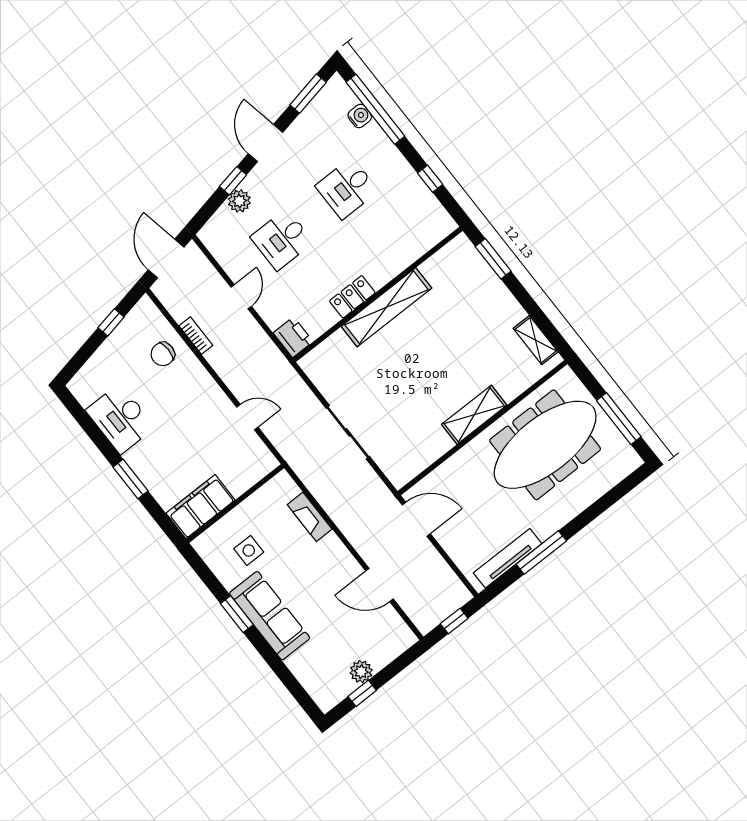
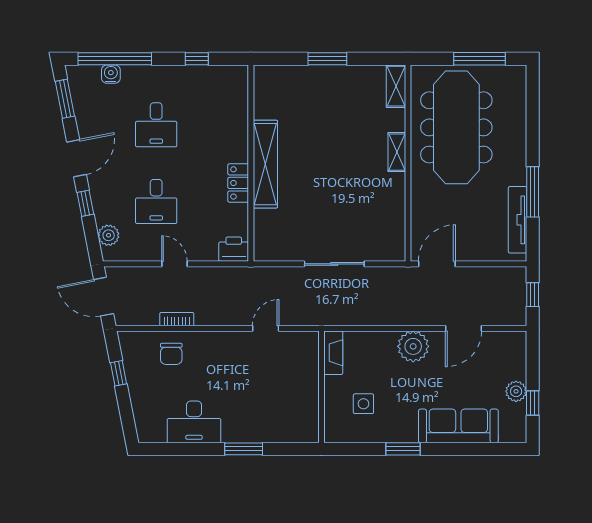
door: (265, 143) -> (77, 158), swing flipped
plant: (239, 201) -> (109, 235), moved
window: (493, 259) -> (327, 59), moved
shelving: (536, 340) -> (396, 86), moved, turned 90
shelving: (474, 415) -> (397, 152), width x0.67, depth x0.75
filing cabinet: (200, 507) -> (304, 414), removed
fireplace: (310, 517) -> (333, 353), moved, turned -90
plant: (330, 554) -> (413, 346), added
sofa: (270, 616) -> (458, 426), moved

